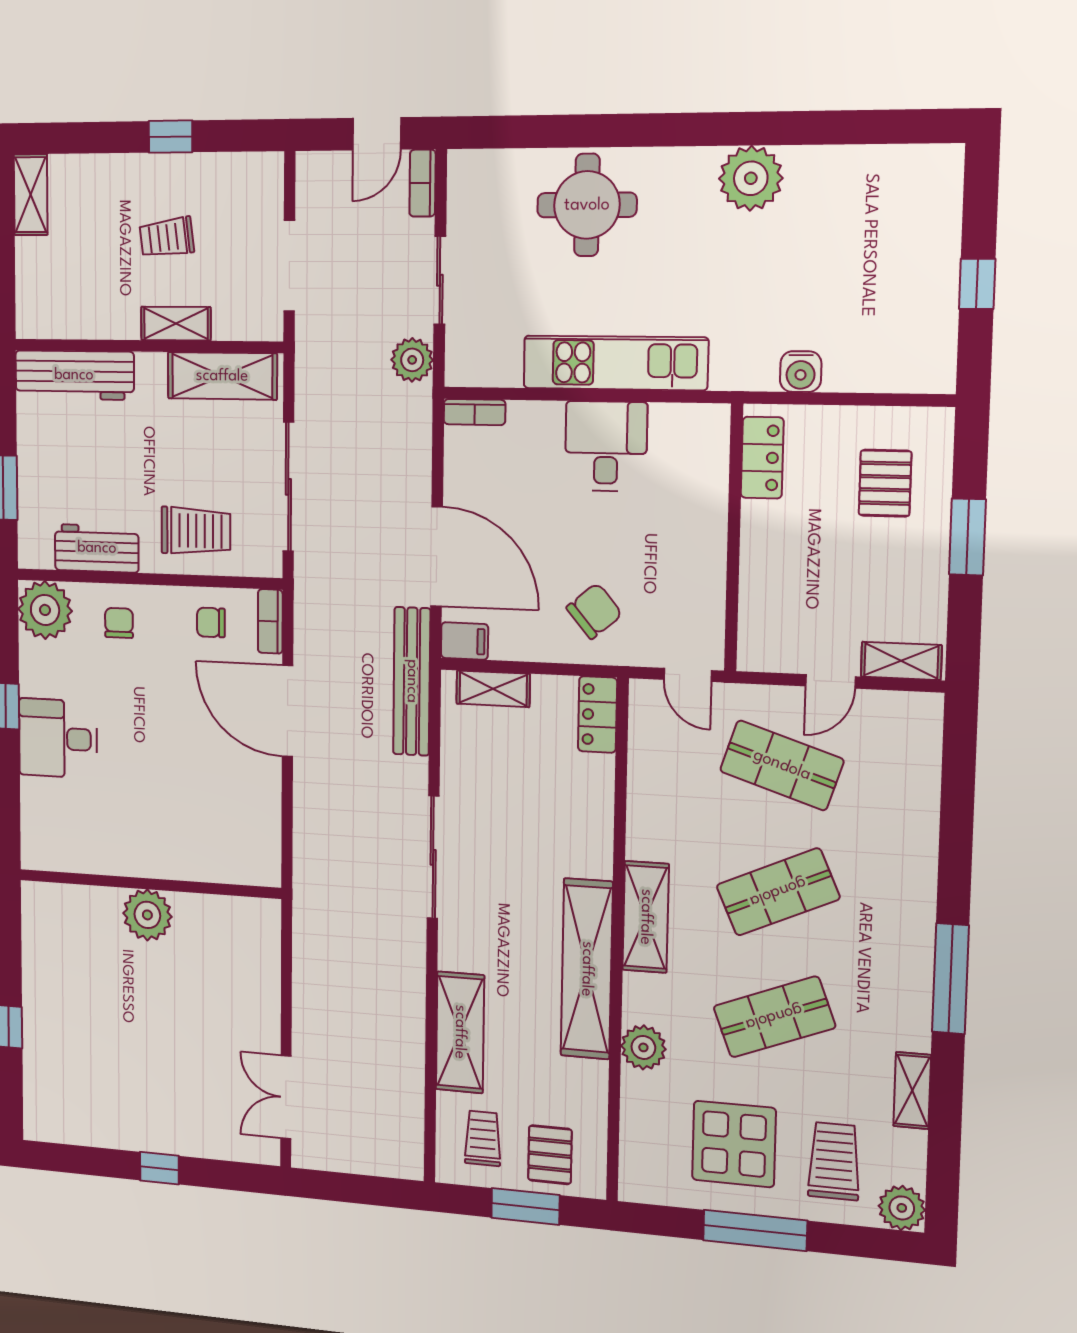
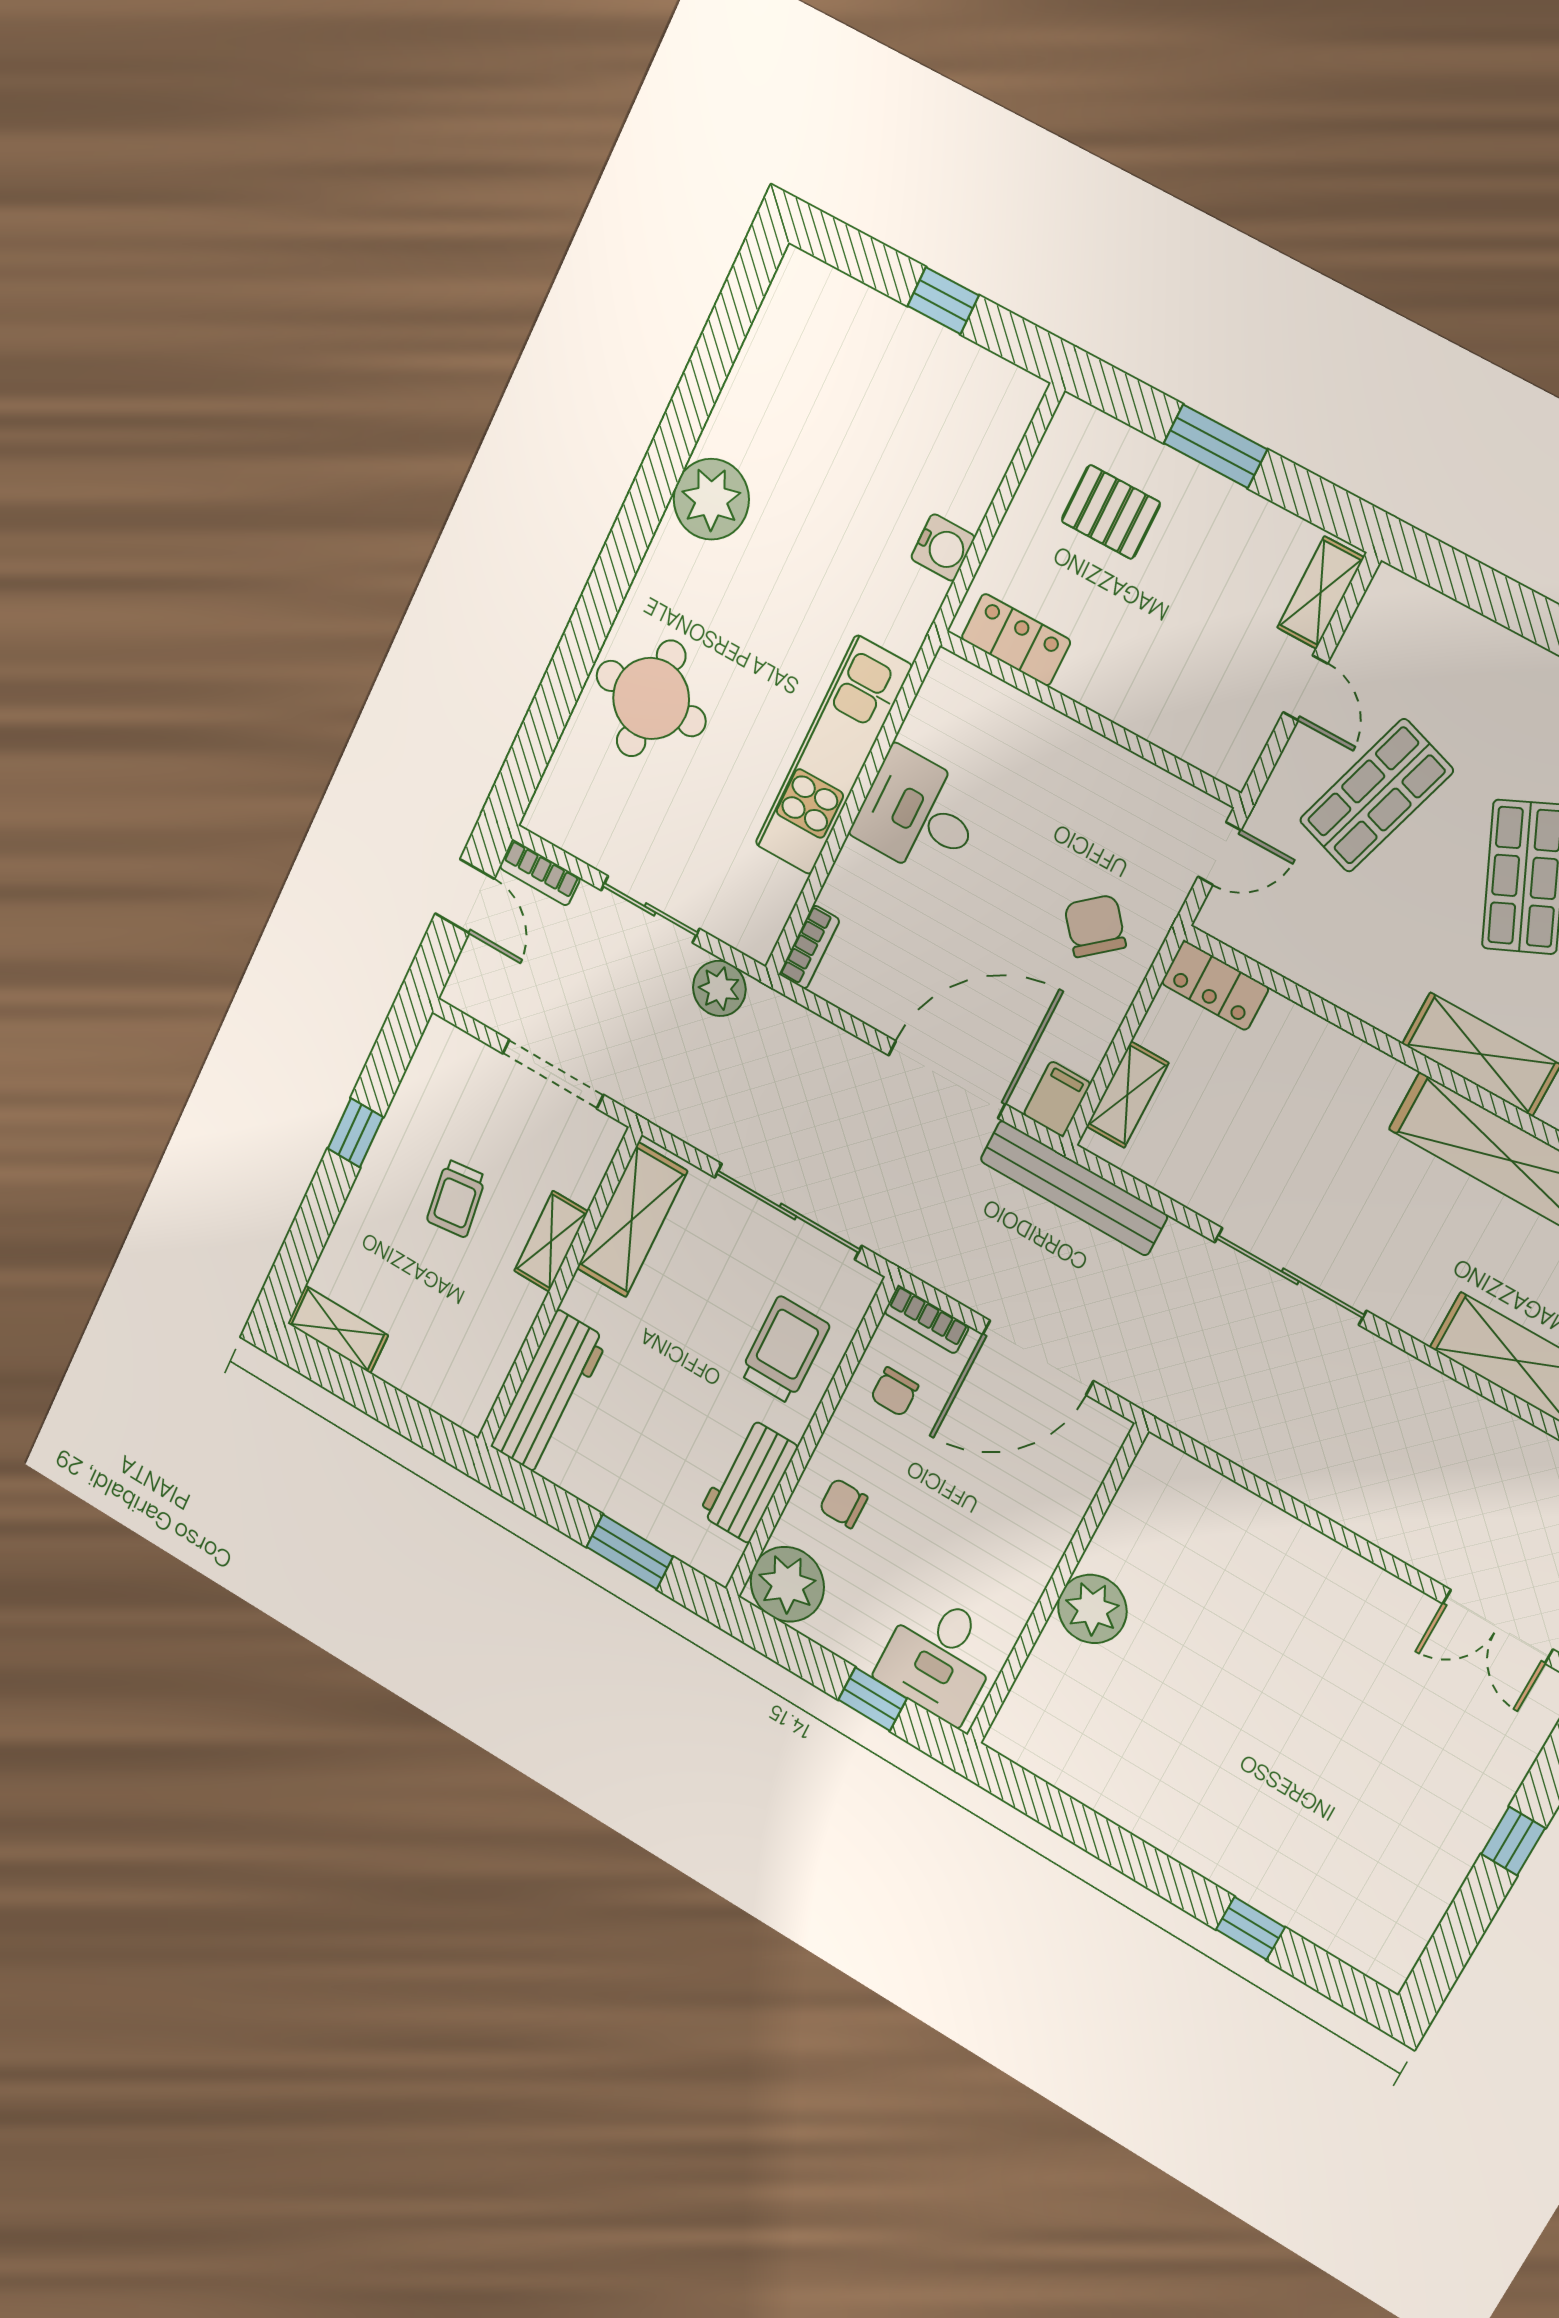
wall: (149, 884) -> (1057, 1585), moved
plant: (147, 915) -> (1092, 1609), moved

